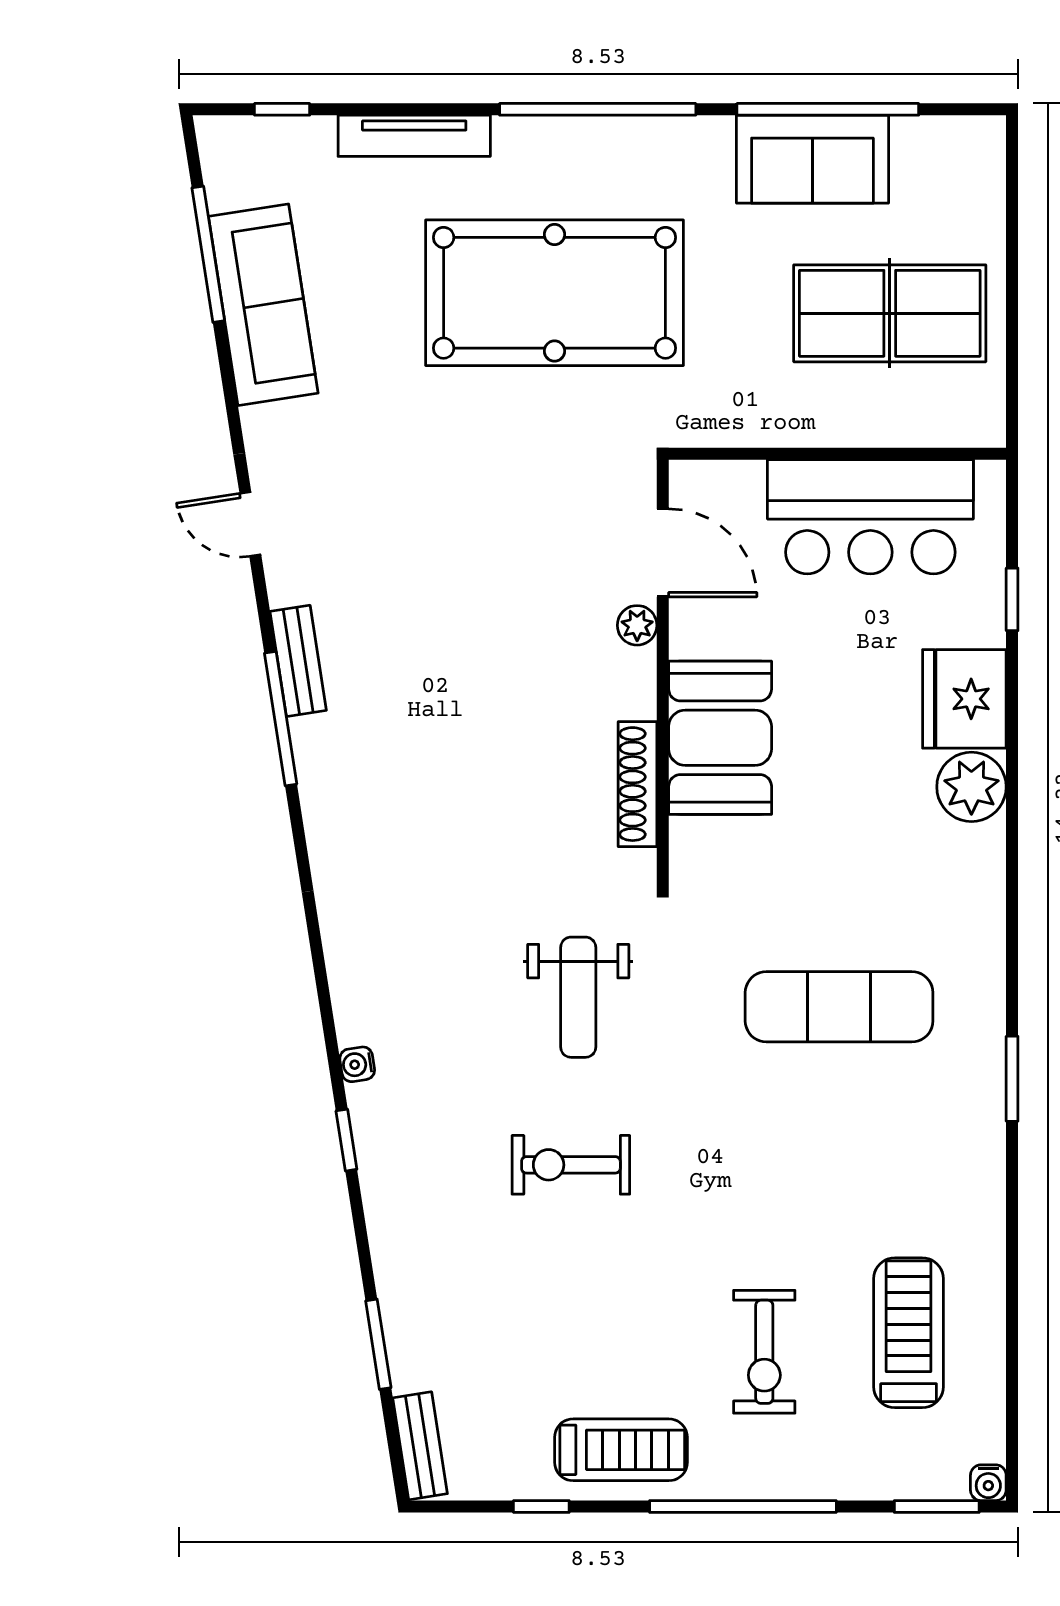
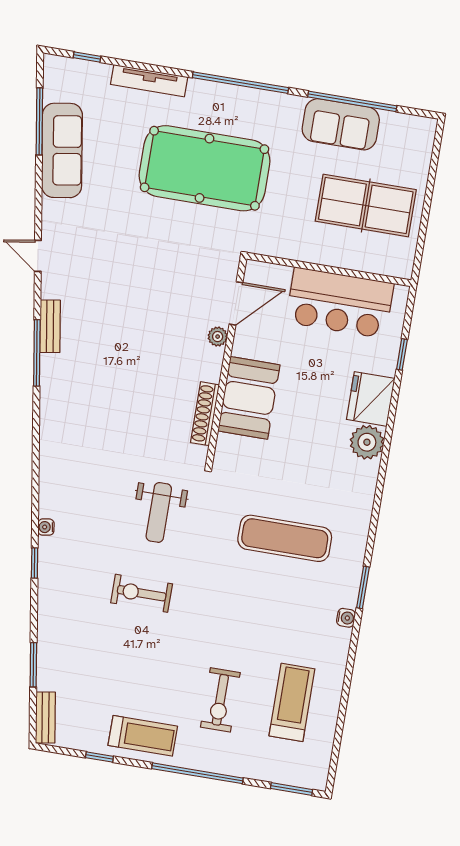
door: (663, 553) -> (236, 303), hinge flipped
water cooler: (988, 1483) -> (346, 618), moved, turned -90

